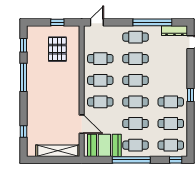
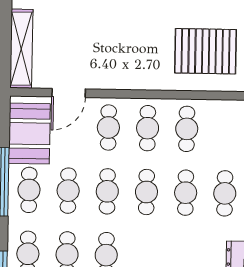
pallet: (57, 49) -> (206, 51), width x1.37, depth x1.41

